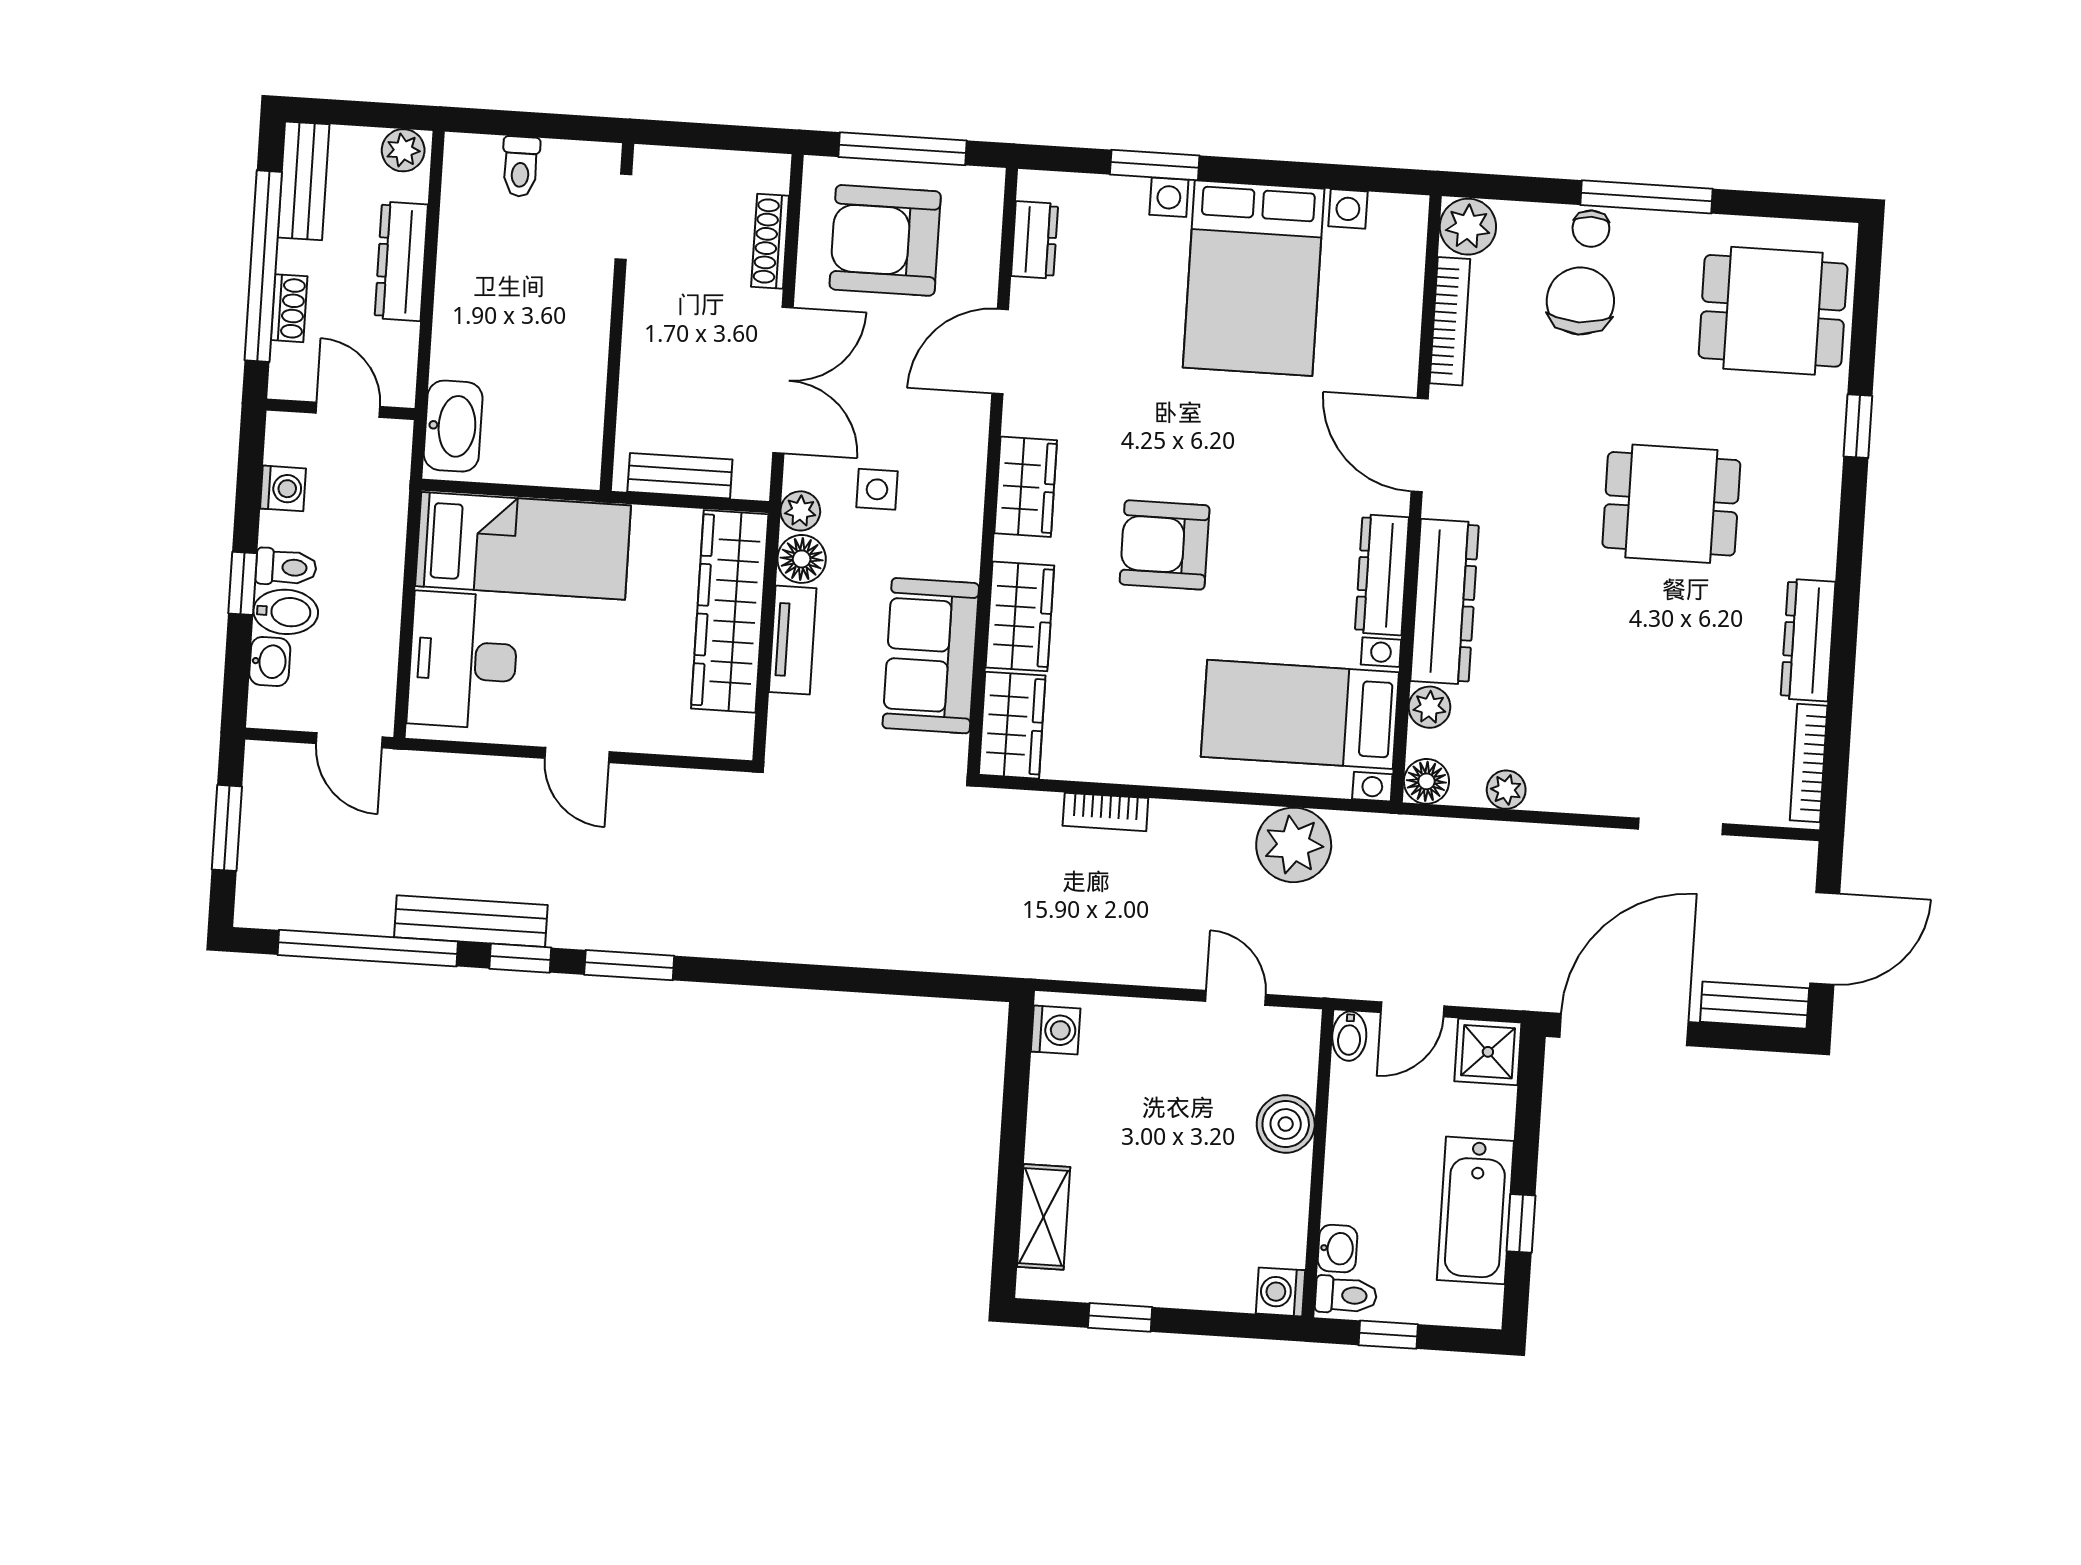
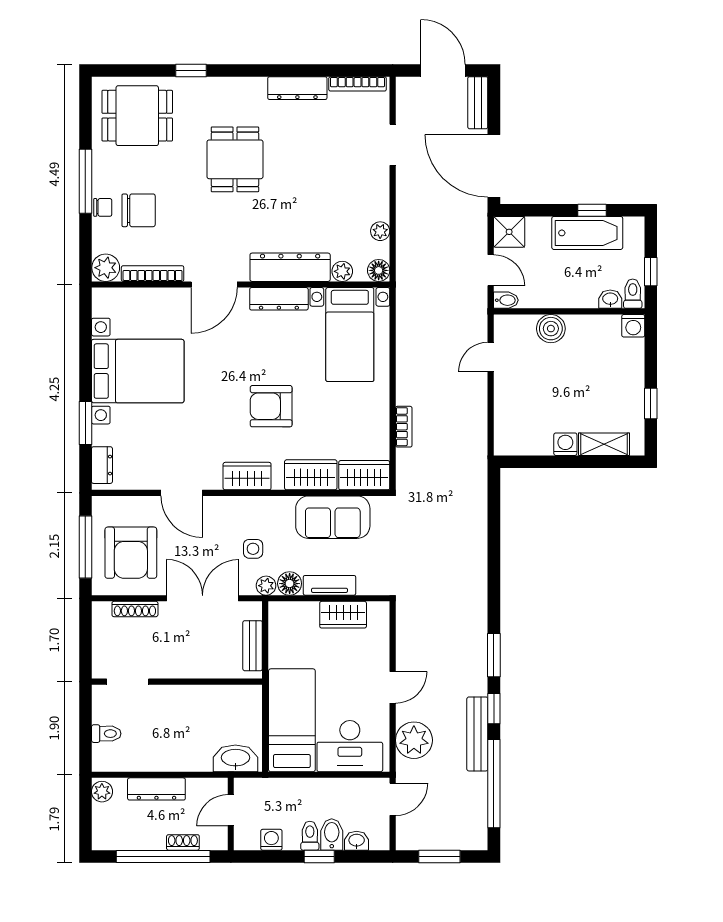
bench: (303, 181) -> (120, 839), removed
dresser: (1035, 240) -> (102, 465), moved, turned 90
chair: (1580, 301) -> (139, 210), turned 180
dining table: (1773, 311) -> (137, 116), turned 90
armchair: (1165, 545) -> (271, 406), turned 90
wardrobe: (730, 611) -> (343, 615), width x0.48, depth x0.85
plant: (1294, 845) -> (414, 740), moved
washing machine: (1056, 1030) -> (565, 444), moved

